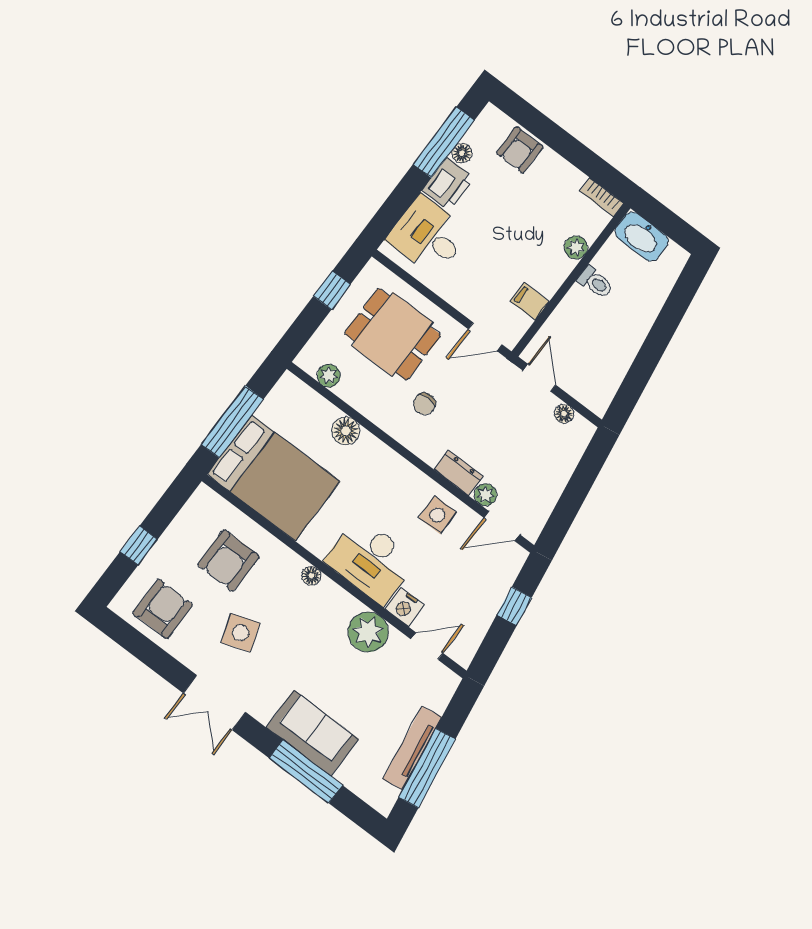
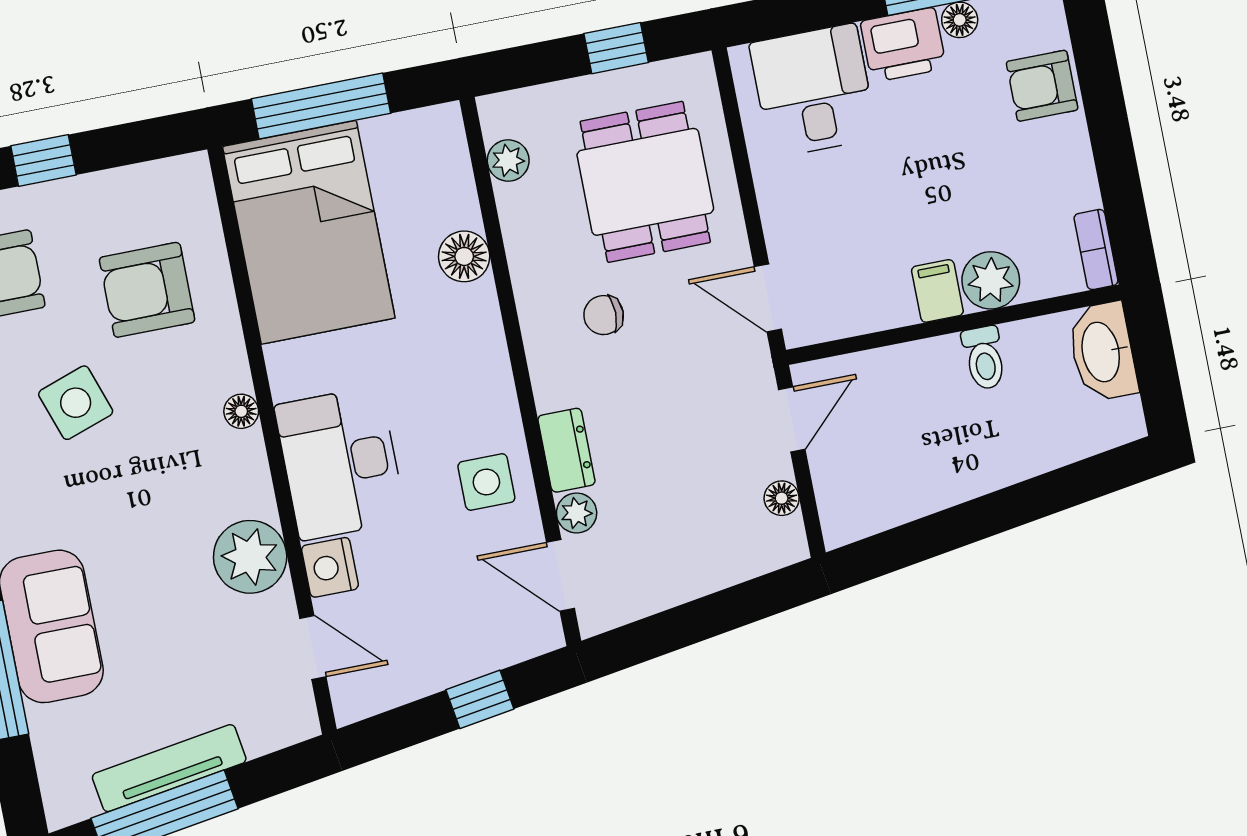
plant: (576, 247) -> (991, 280), width x1.38, depth x1.38
filing cabinet: (530, 301) -> (937, 291), moved

